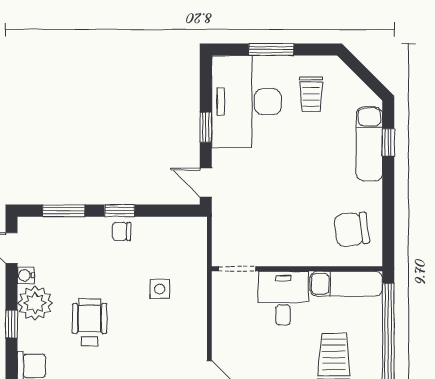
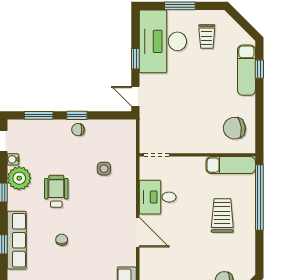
desk: (283, 298) -> (158, 197), moved, turned -90

